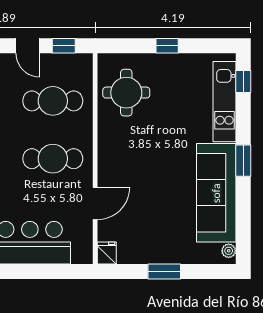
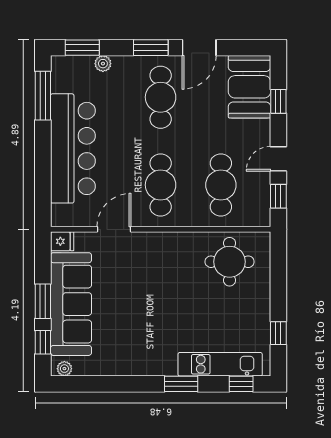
window: (167, 46) -> (278, 333), moved
window: (243, 161) -> (181, 384), moved
sofa: (216, 193) -> (71, 304), moved, turned 90
door: (95, 203) -> (114, 229), swing flipped
window: (203, 271) -> (43, 342), added

